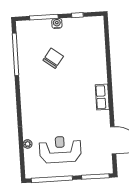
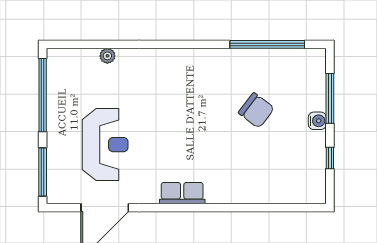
reception desk: (60, 149) -> (105, 145), moved

